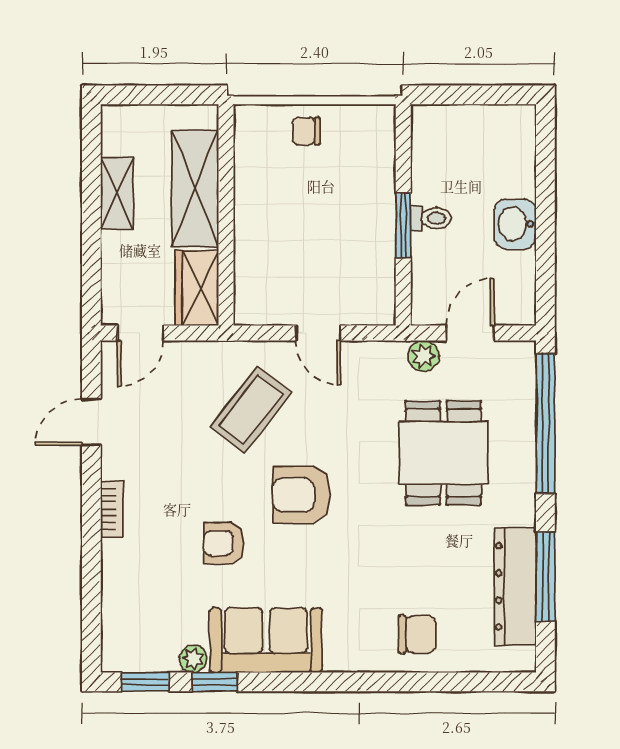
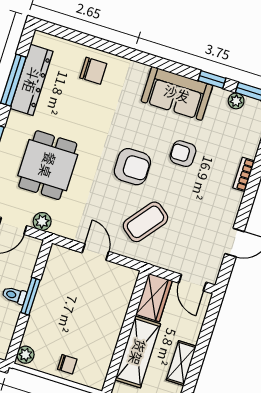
plant: (381, 125) -> (25, 355), added
door: (140, 333) -> (192, 283), swing flipped
bookcase: (112, 509) -> (244, 174), moved
armchair: (224, 543) -> (183, 154), turned 180
chair: (417, 634) -> (93, 71), turned 180
plant: (193, 659) -> (236, 101), moved

